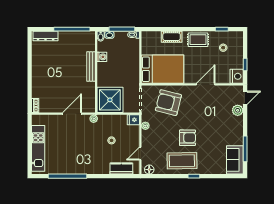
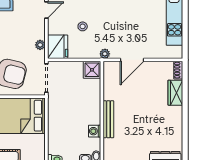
wardrobe: (37, 88) -> (175, 93), added
shower: (110, 100) -> (92, 70), width x0.54, depth x0.54
fridge: (133, 120) -> (58, 47), width x1.88, depth x1.34

